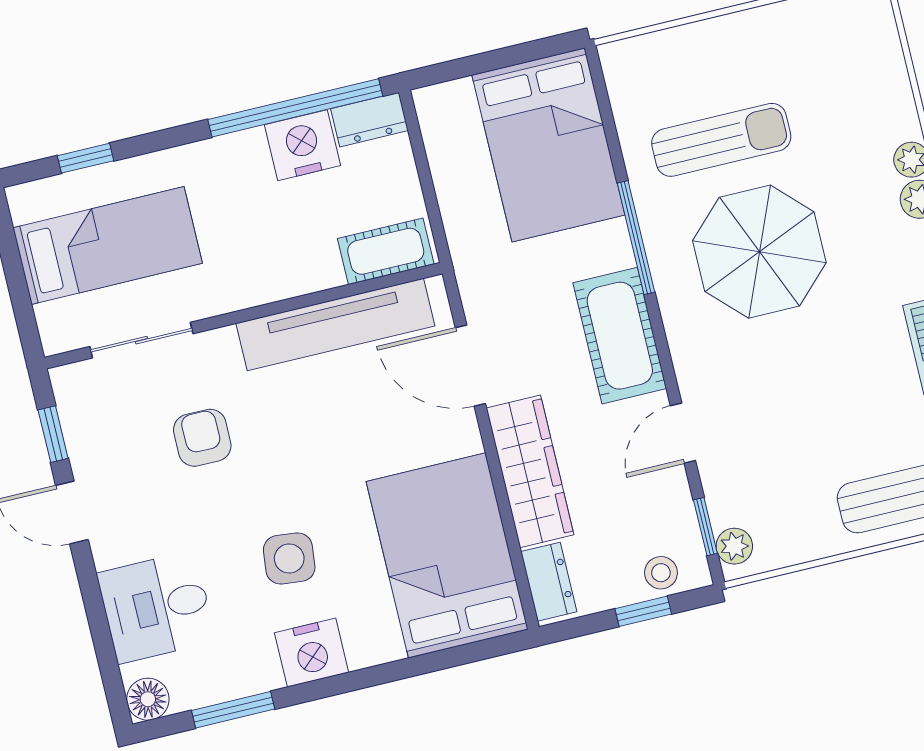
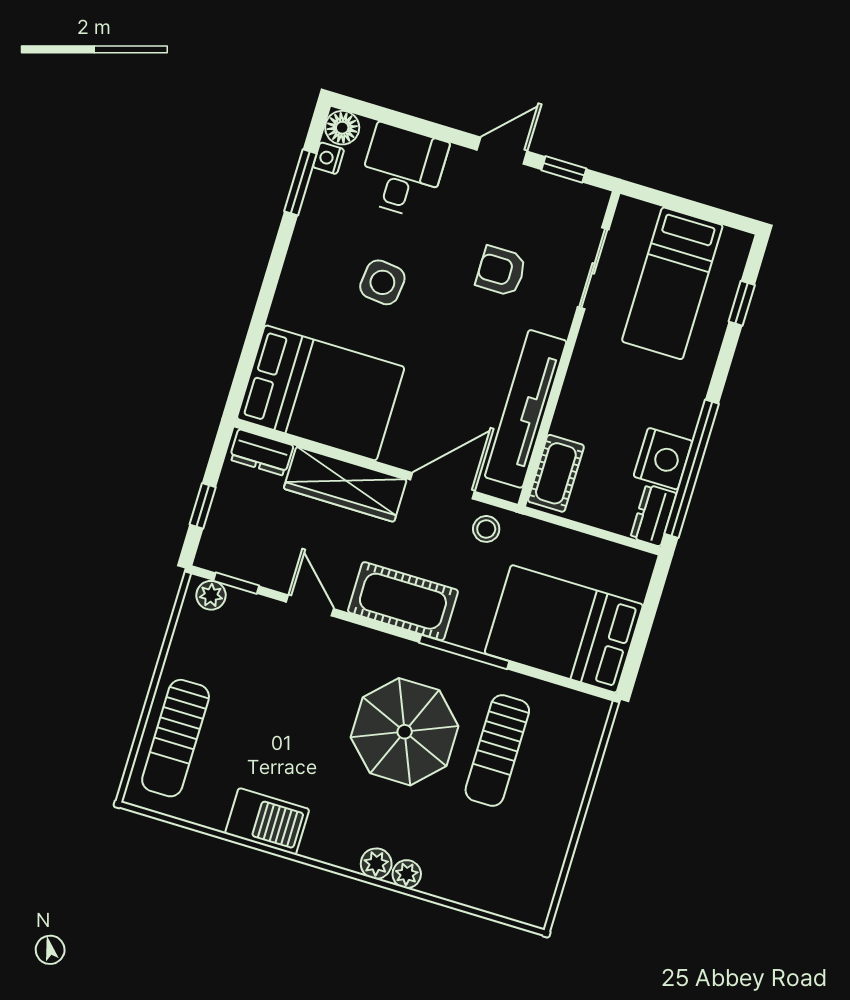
armchair: (202, 438) -> (501, 271), turned 180
stool: (661, 573) -> (486, 529), moved
nightstand: (312, 653) -> (328, 158), moved, width x0.53, depth x0.56

